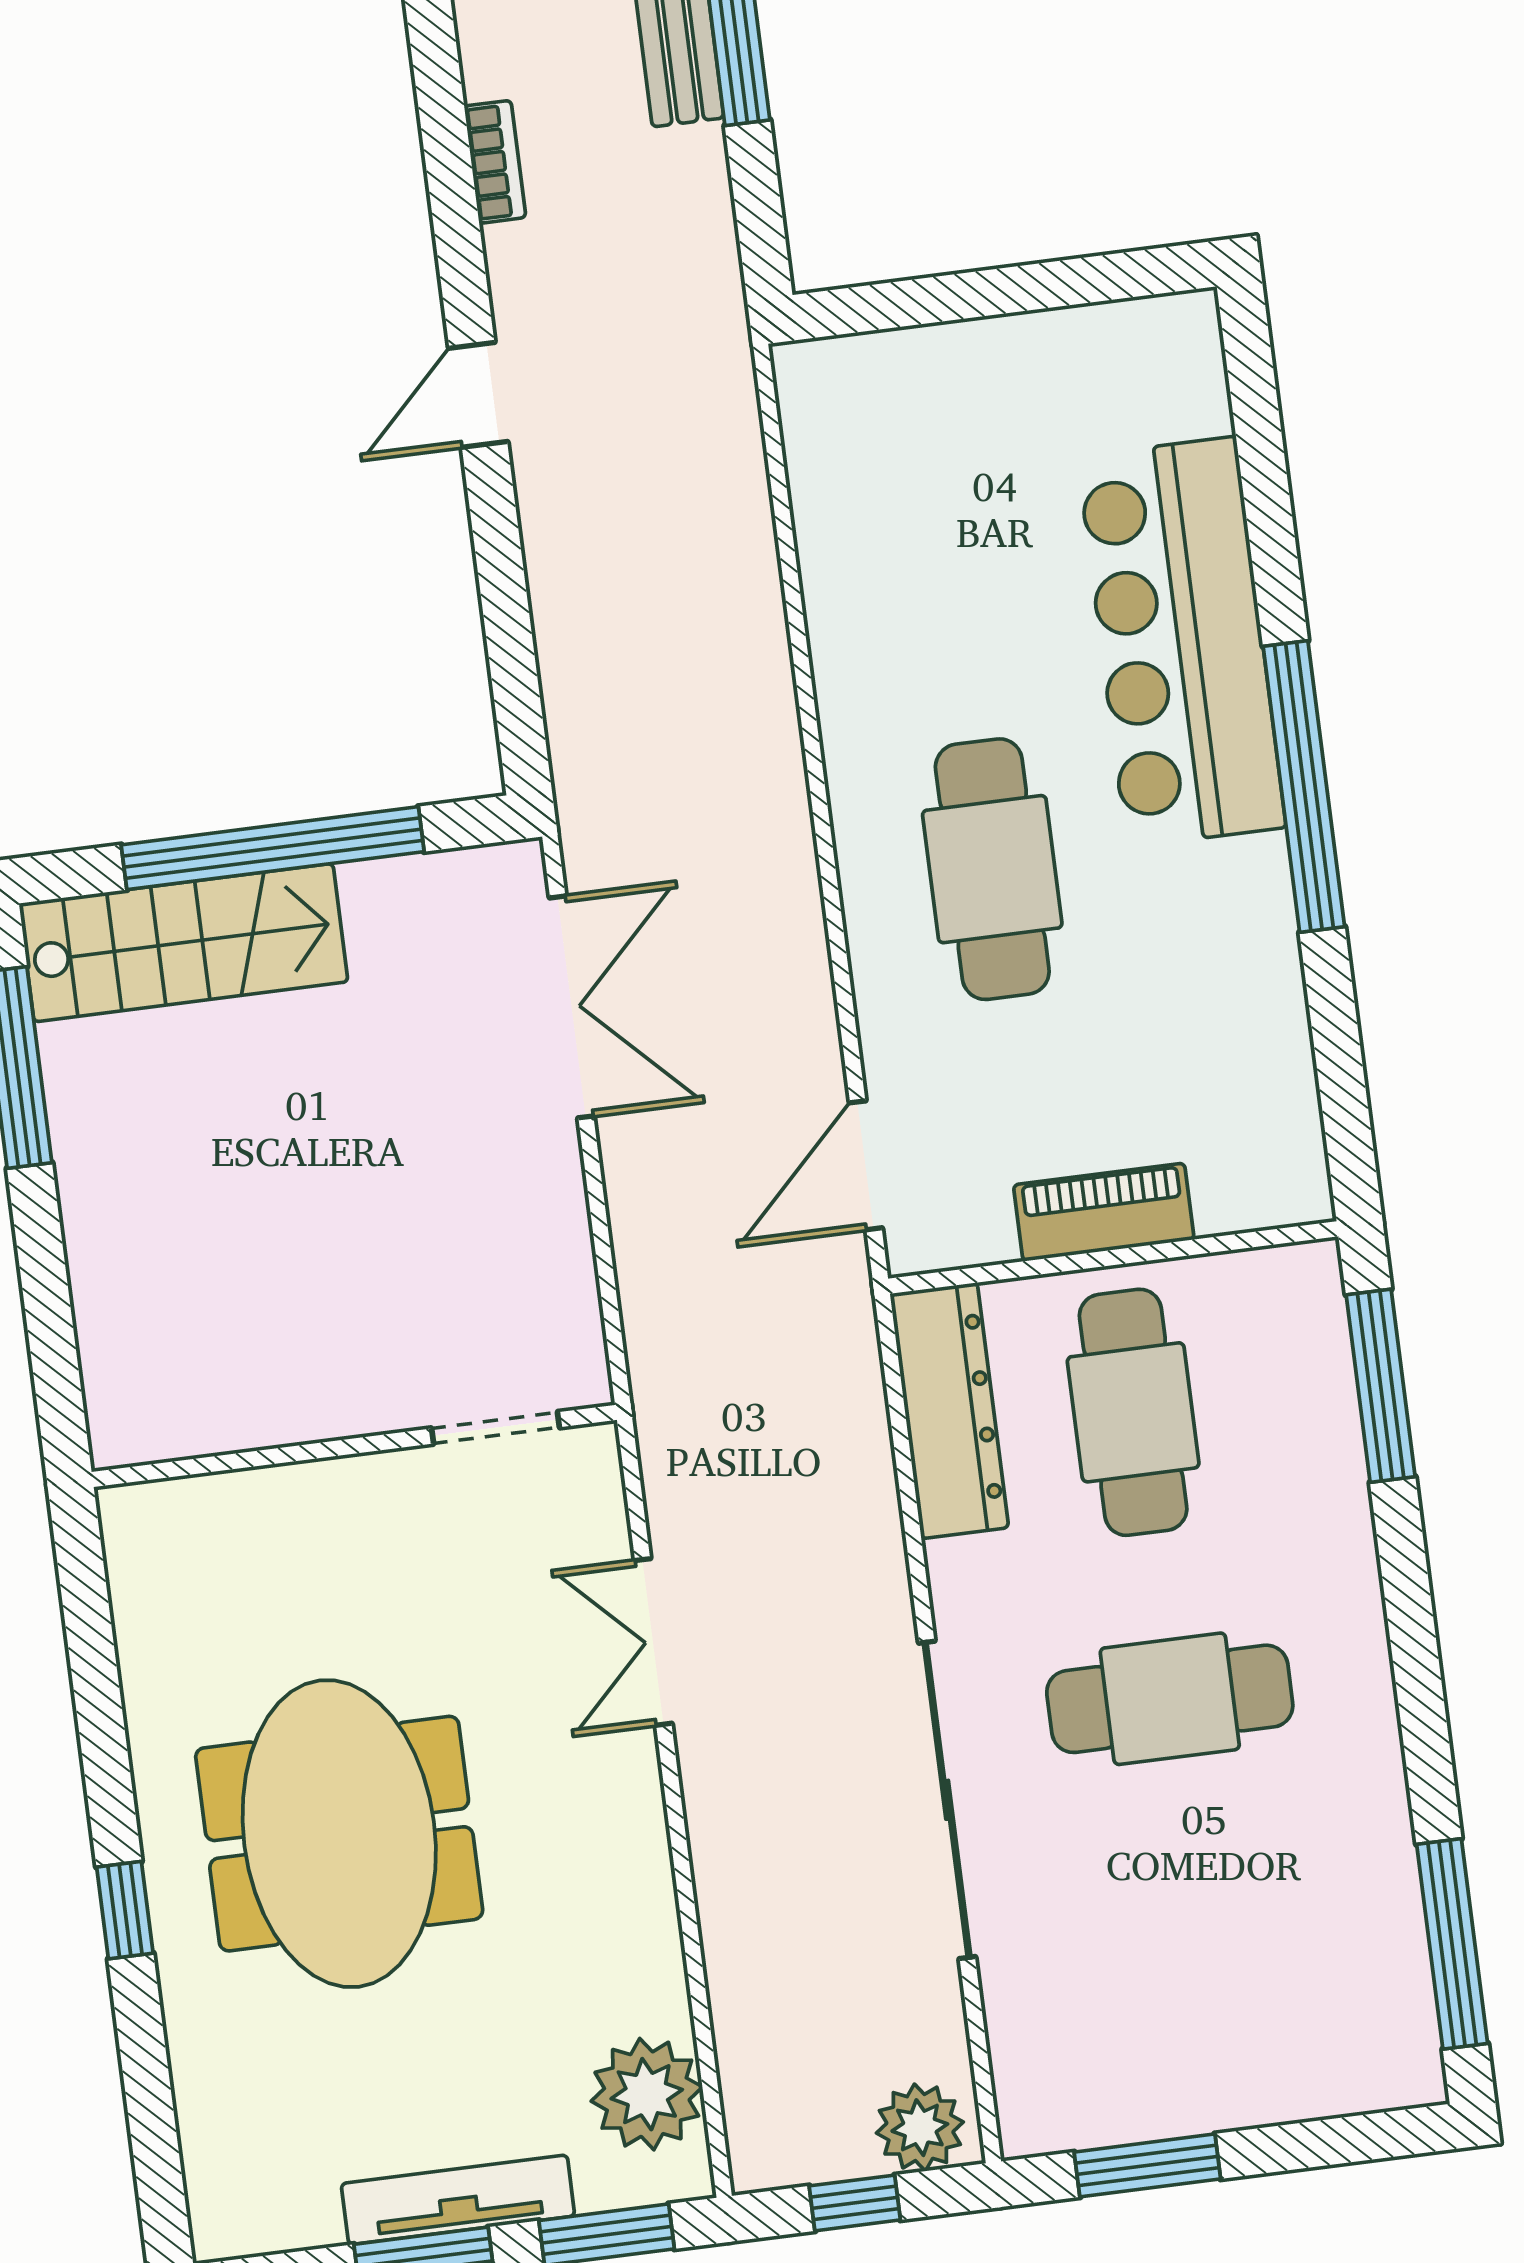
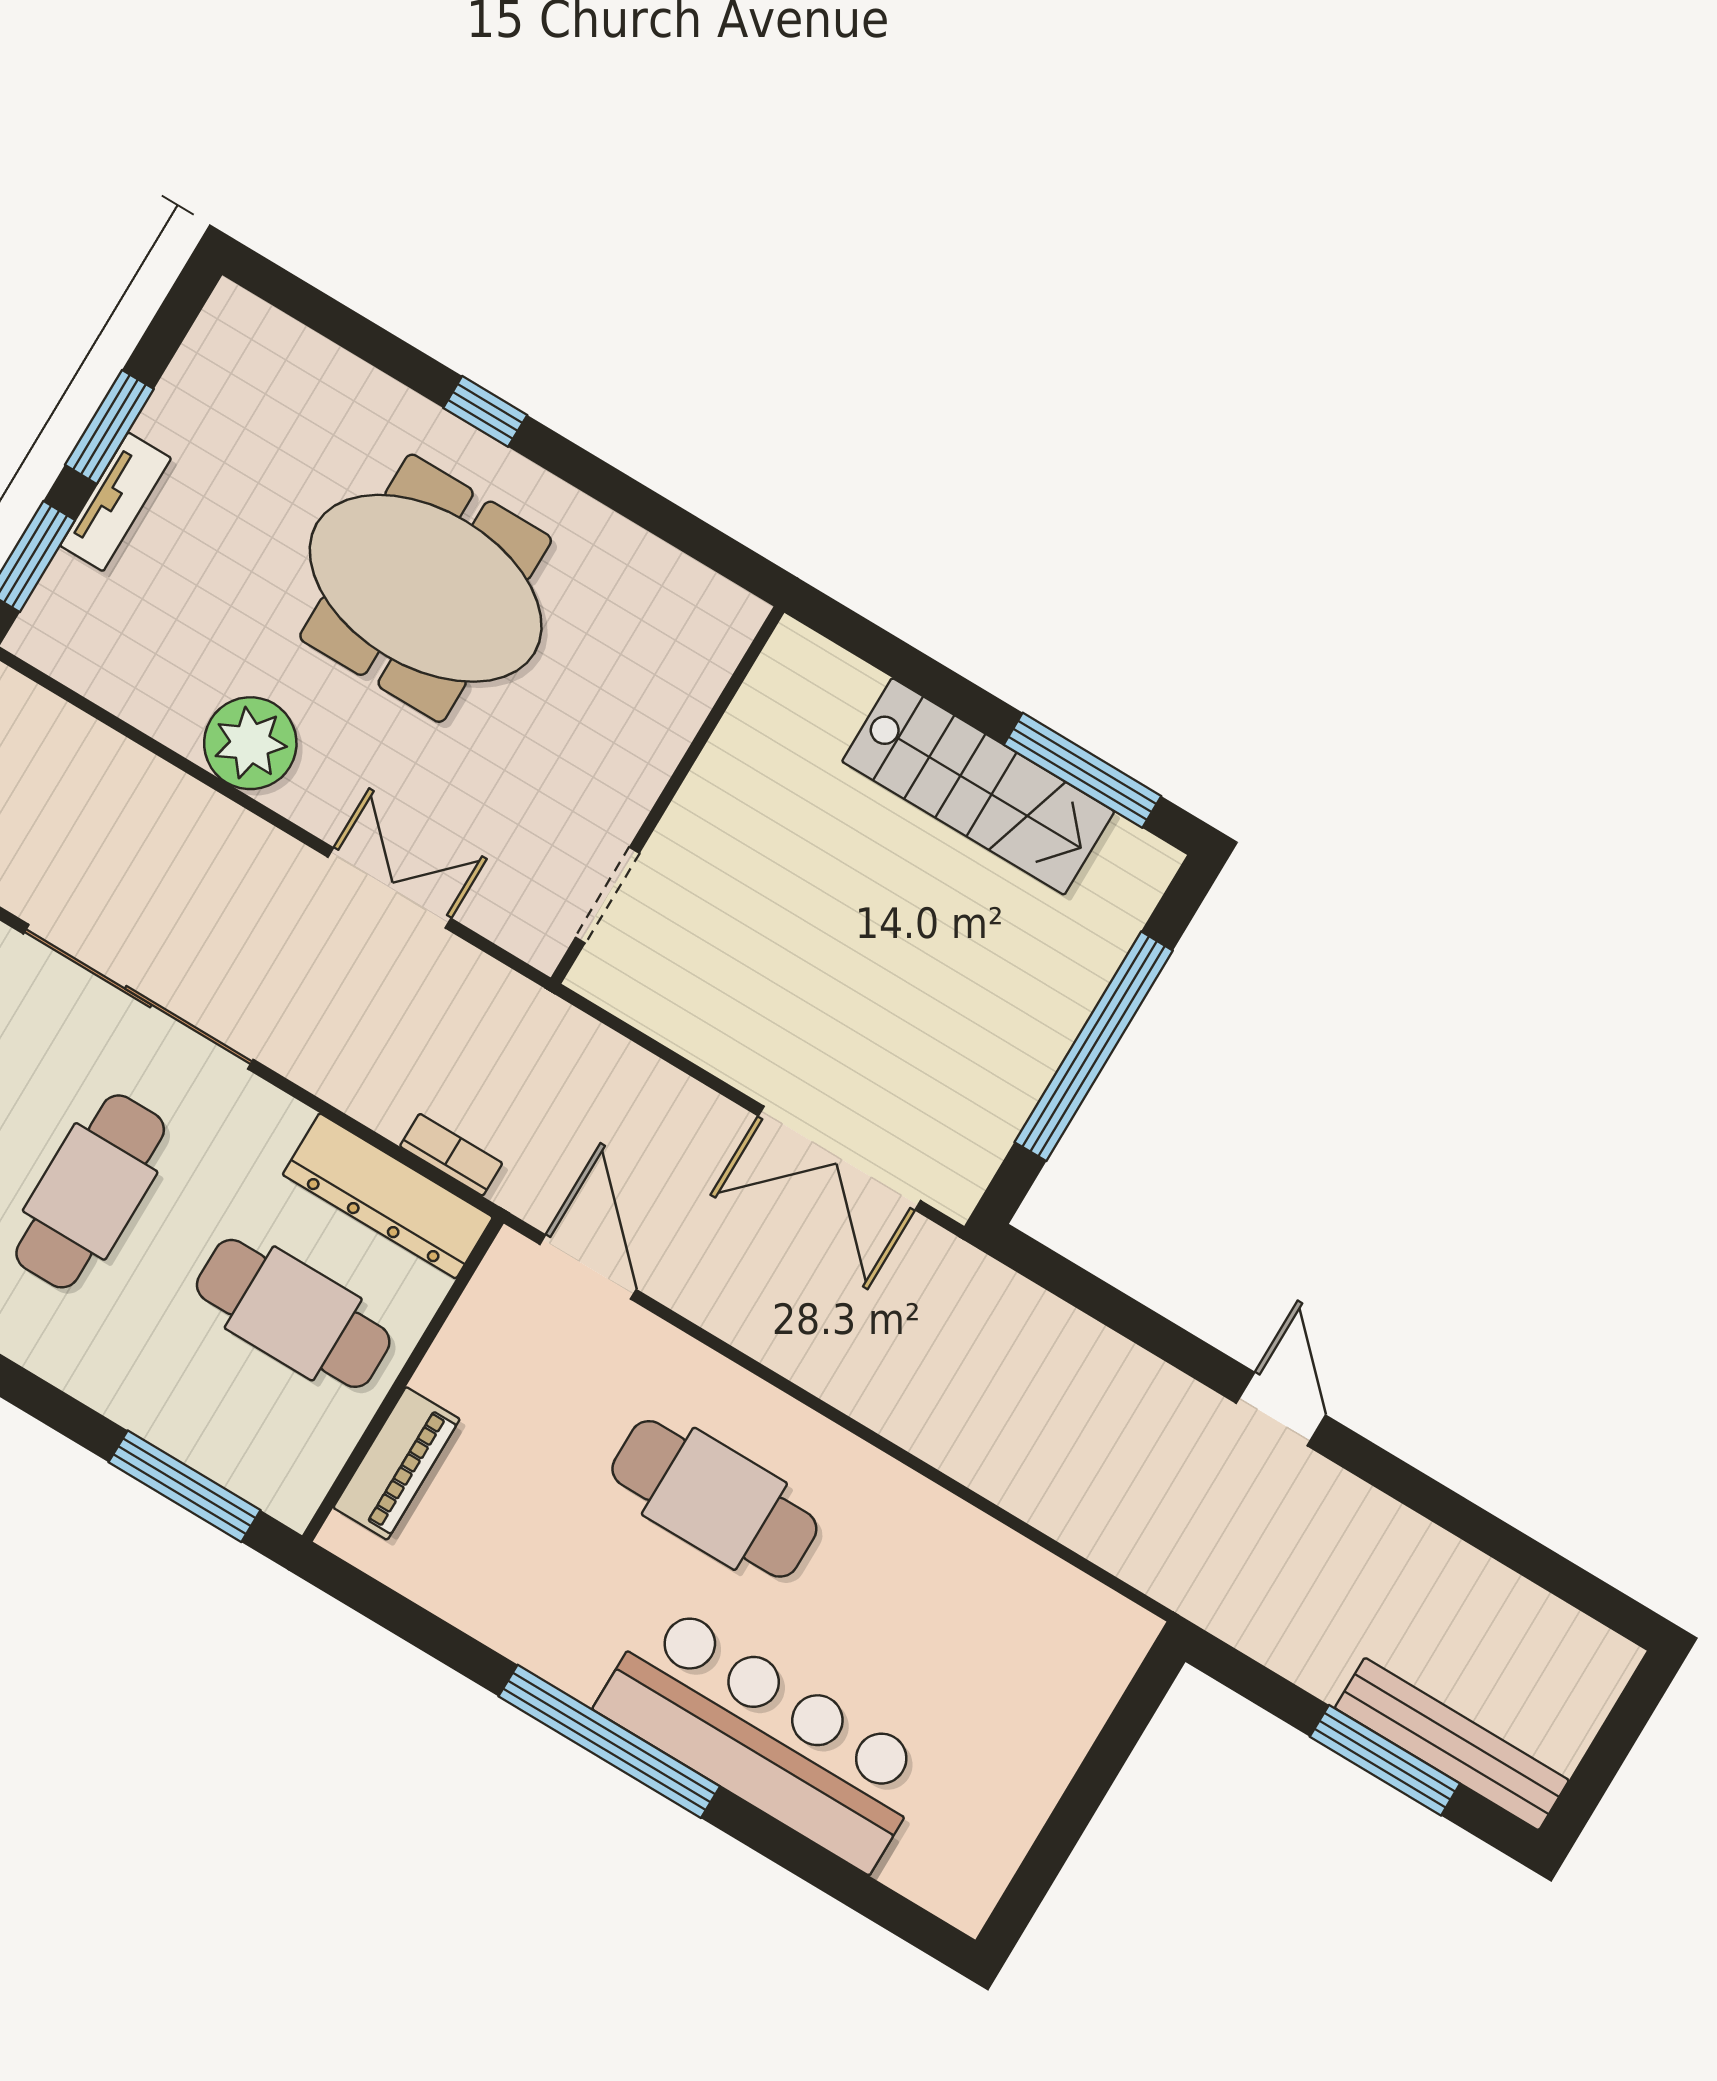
bookcase: (495, 162) -> (451, 1155), moved, turned 180
stairs: (183, 943) -> (978, 786), moved, turned -90
piano: (1104, 1212) -> (397, 1463), moved
plant: (647, 2094) -> (250, 743), moved
tv unit: (458, 2200) -> (116, 502), width x0.71

